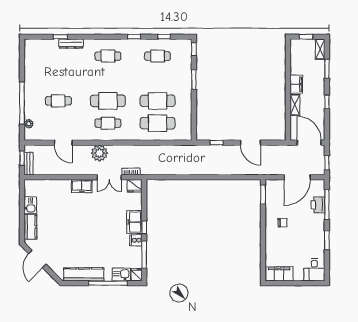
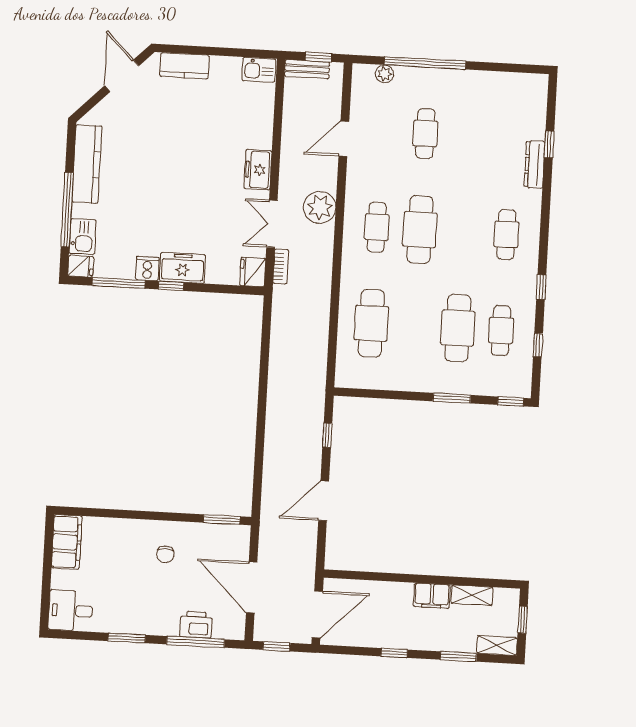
cafe table: (158, 101) -> (458, 328), moved
shelving: (295, 105) -> (472, 595), moved
kitchen sink: (30, 205) -> (259, 70), moved
door: (37, 259) -> (122, 76), hinge flipped

